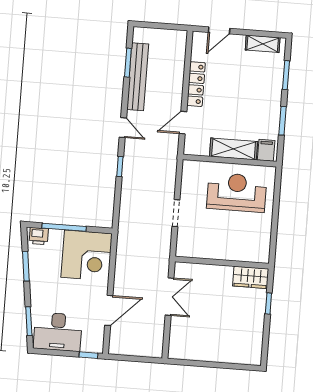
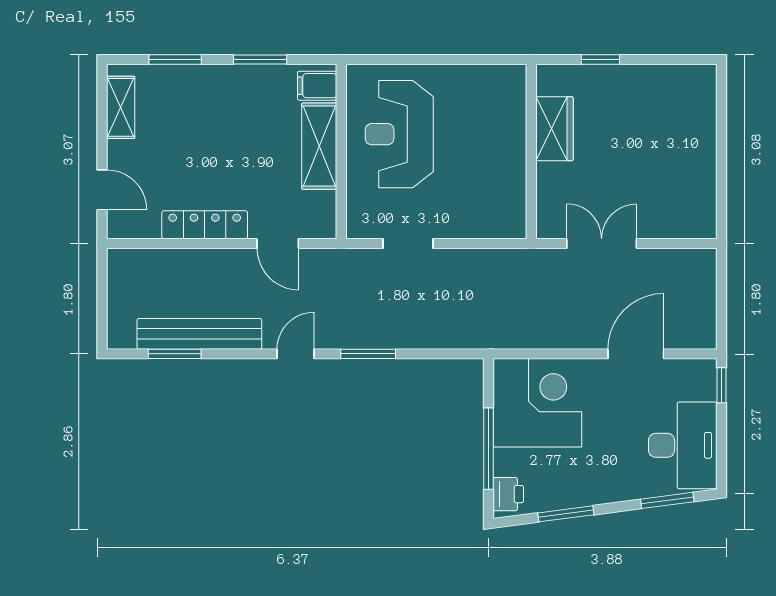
window: (120, 167) -> (368, 354), width x1.50
doorway: (176, 213) -> (408, 243), moved
wardrobe: (251, 277) -> (555, 129), moved
door: (109, 310) -> (636, 354), hinge flipped

